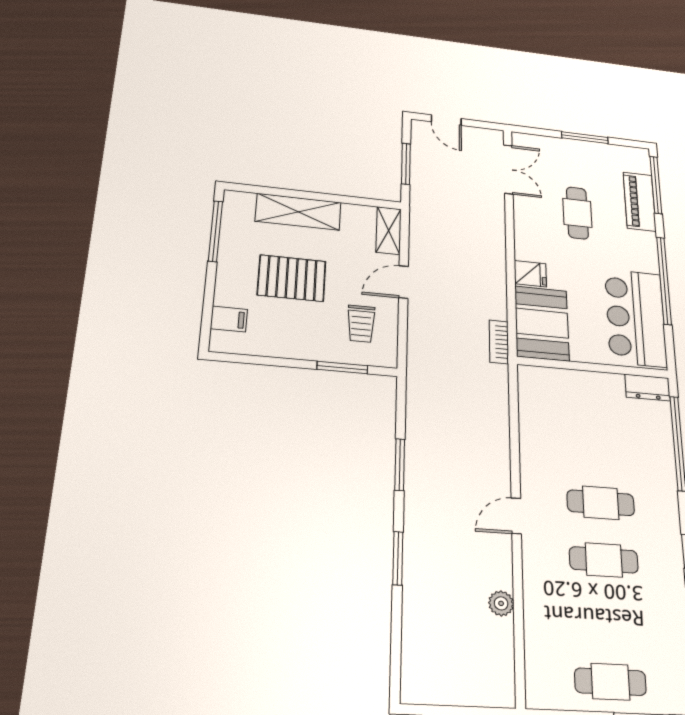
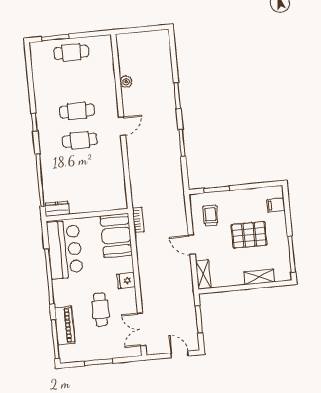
shelving: (298, 212) -> (259, 277), width x0.67, depth x0.75
fridge: (530, 274) -> (126, 281), moved
door: (403, 282) -> (192, 245), swing flipped

